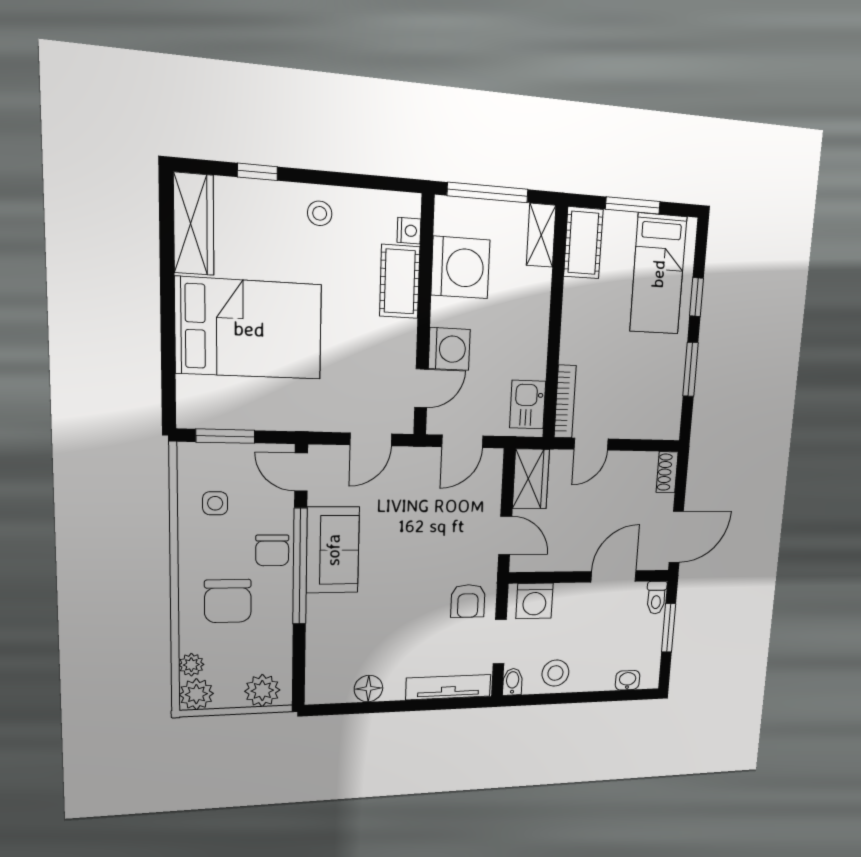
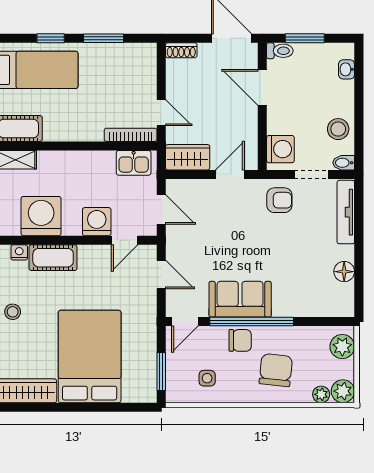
door: (421, 388) -> (125, 240), swing flipped
chair: (228, 601) -> (276, 370), turned -84

